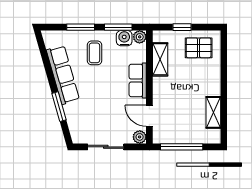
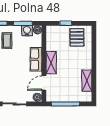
pallet: (199, 48) -> (77, 37), turned 90
shelving: (160, 59) -> (51, 63), moved
door: (149, 116) -> (44, 83), hinge flipped

